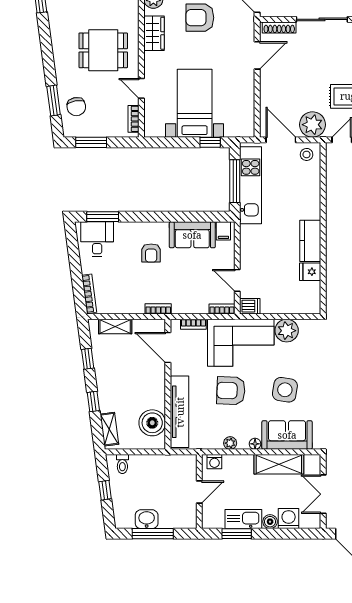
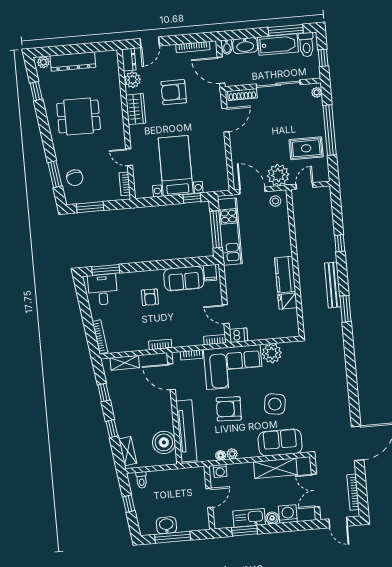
dining table: (103, 50) -> (79, 116), moved
floor lamp: (255, 444) -> (221, 455), moved

